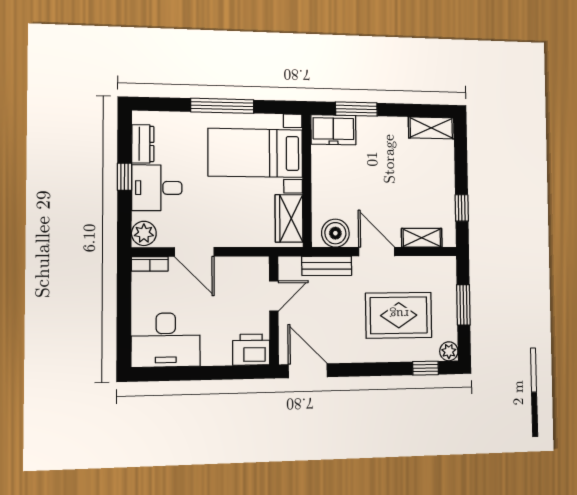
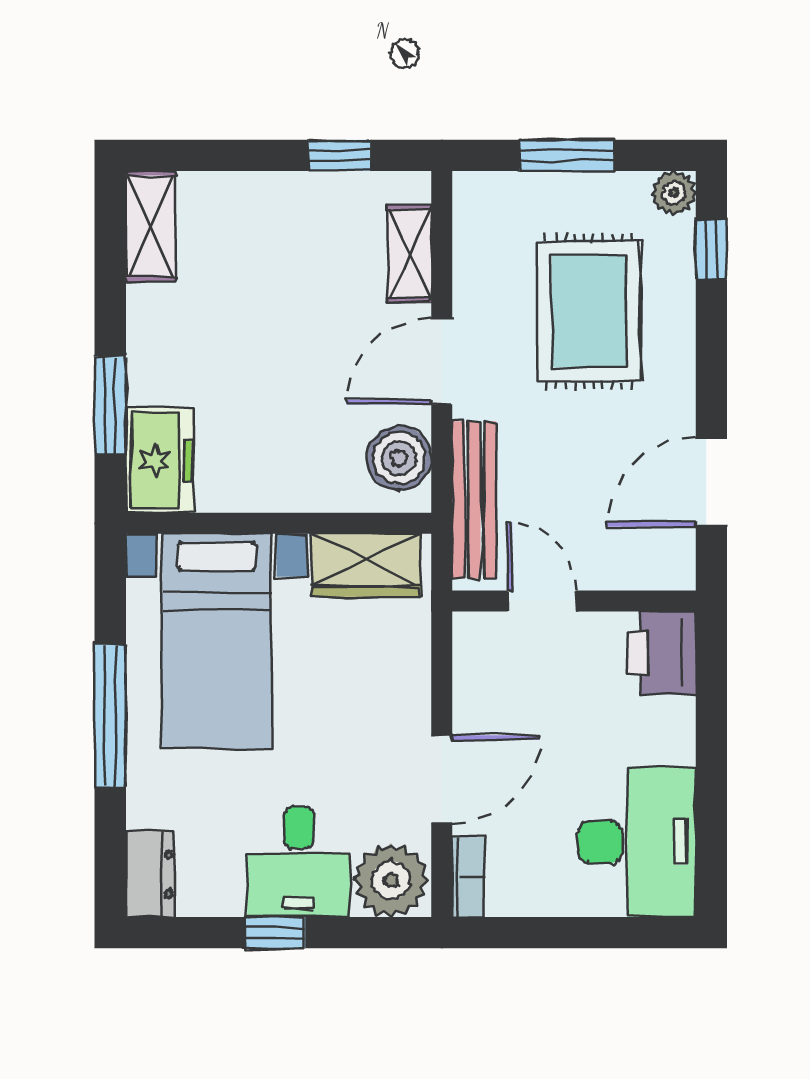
dresser: (143, 144) -> (150, 874), moved, turned 90
plant: (144, 233) -> (391, 880), width x1.36, depth x1.36
bench: (327, 266) -> (474, 500), width x1.36
door: (308, 371) -> (711, 482), moved

